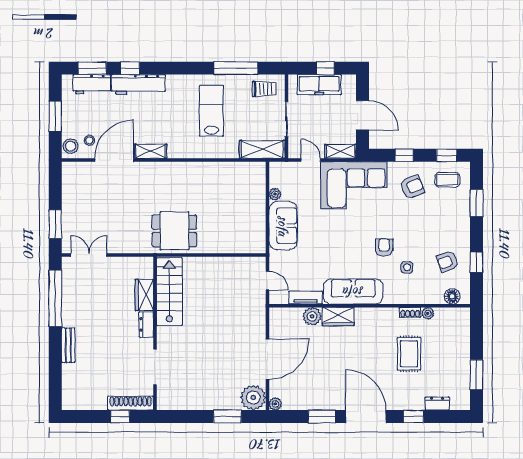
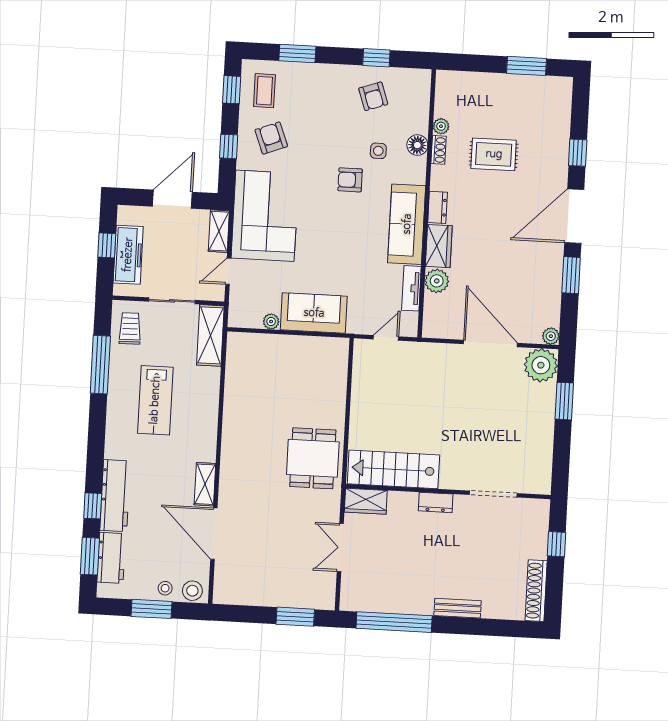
lab bench: (211, 111) -> (155, 400), turned -90
stool: (89, 140) -> (165, 588), moved
double door: (89, 255) -> (340, 548), moved
wardrobe: (144, 295) -> (366, 501), moved
floor lamp: (452, 296) -> (417, 145), moved
shoe rack: (131, 403) -> (536, 591), moved
dresser: (437, 404) -> (438, 207), moved, turned 180

